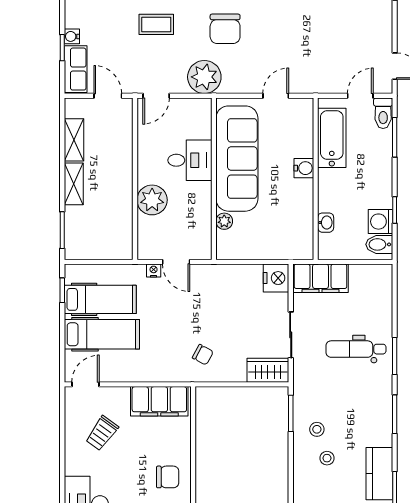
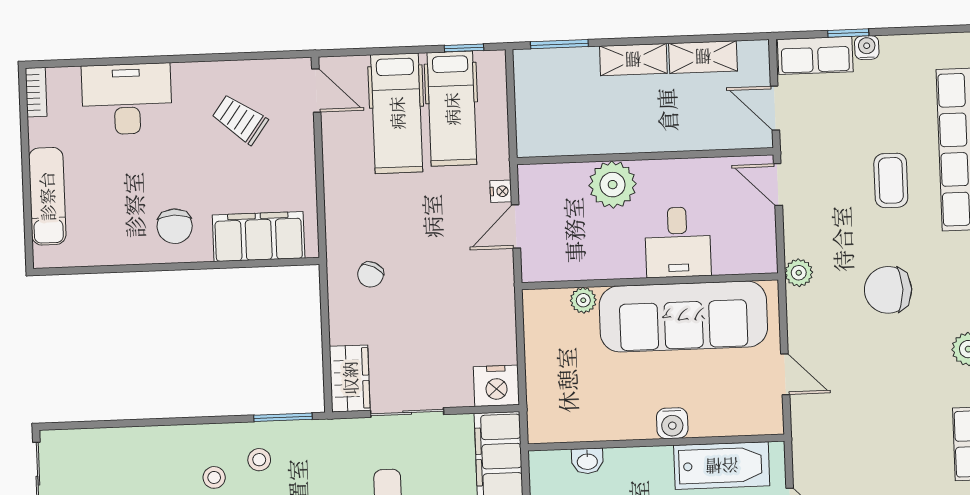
plant: (204, 77) -> (799, 273), width x0.53, depth x0.53
door: (108, 96) -> (775, 108), swing flipped
filing cabinet: (159, 401) -> (259, 237), moved, turned 90

